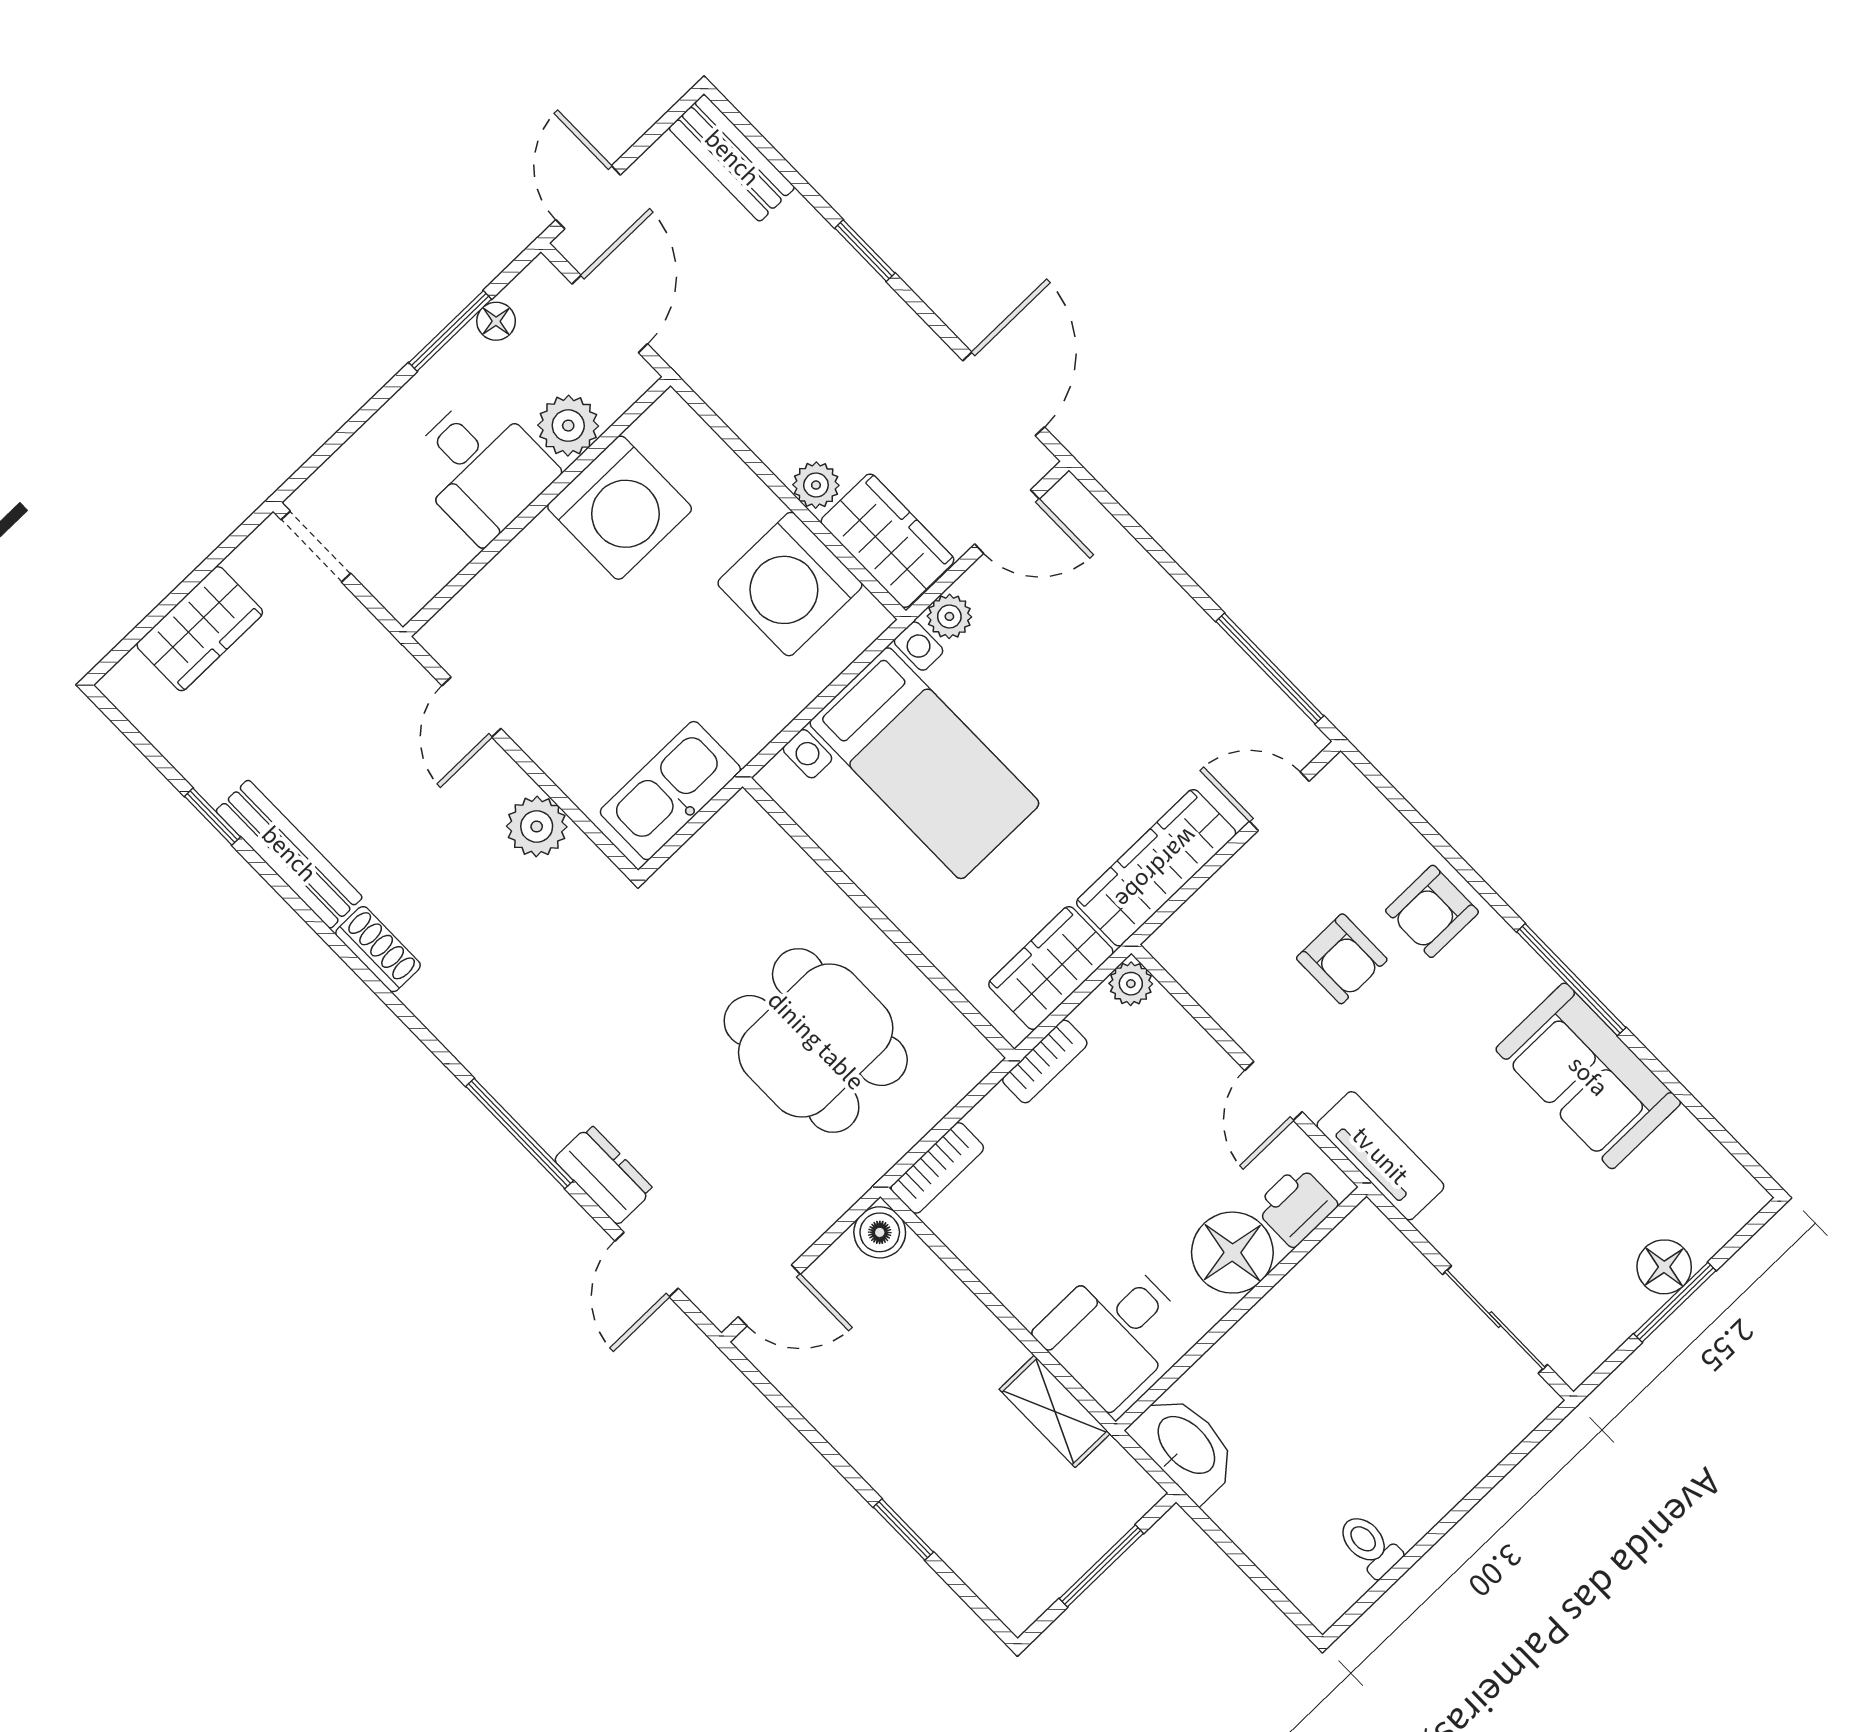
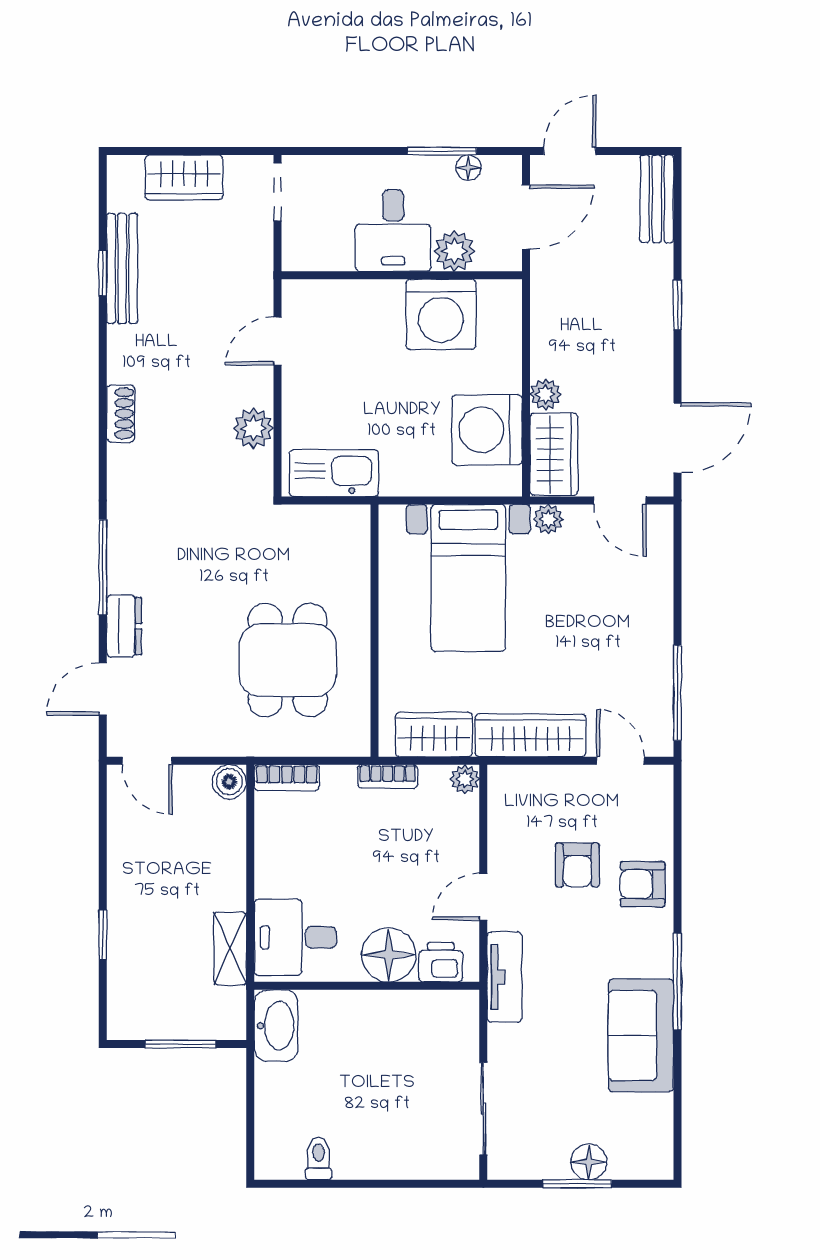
bench: (289, 854) -> (122, 269), moved

